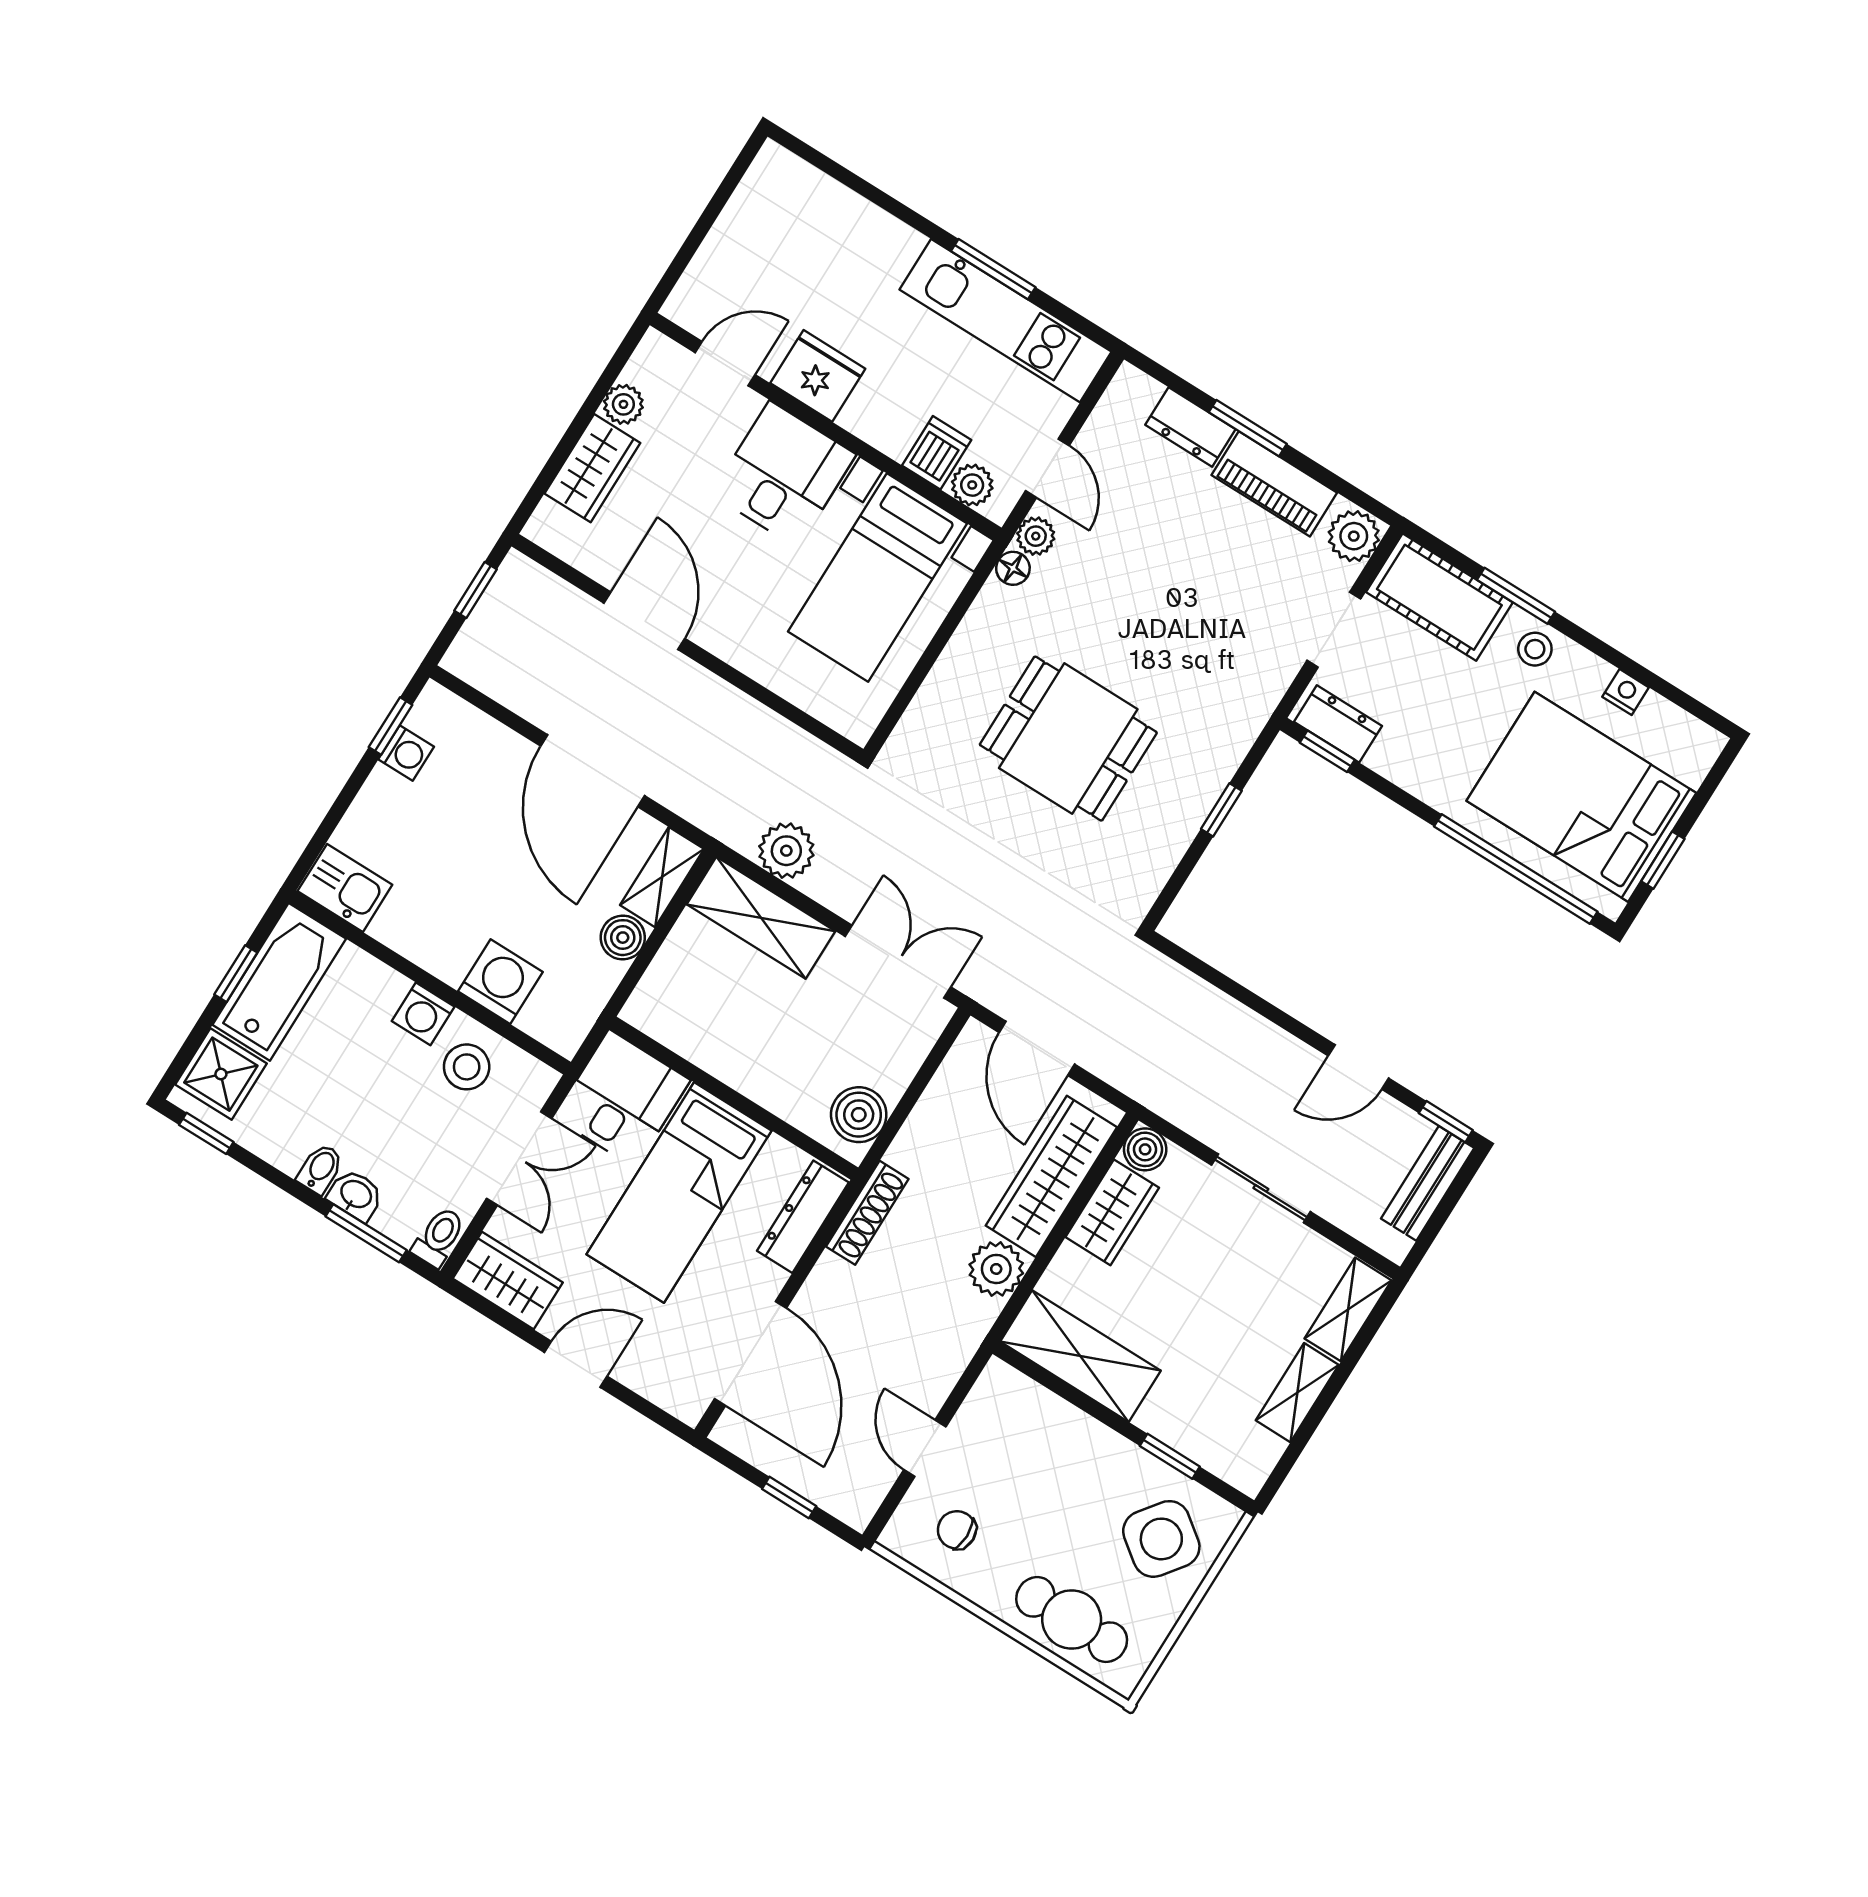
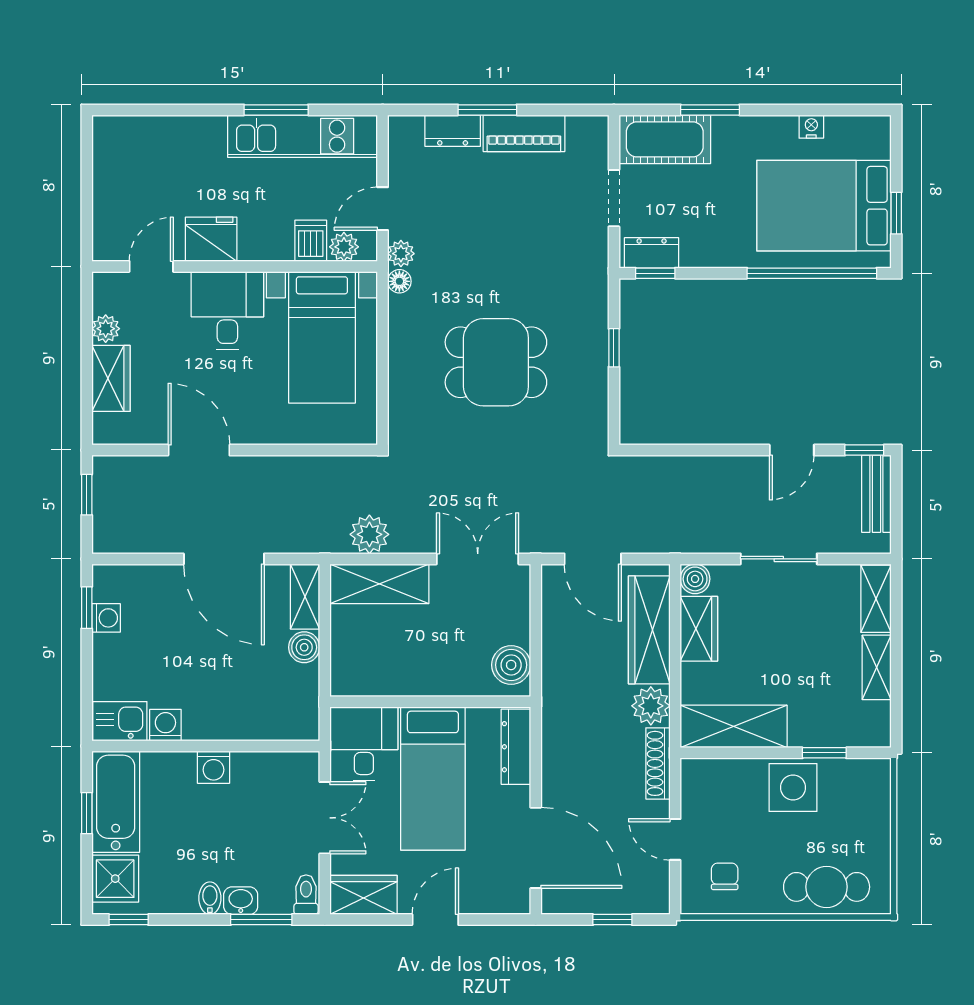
door: (1047, 468) -> (383, 209), swing flipped
plant: (1354, 536) -> (591, 135), removed
stool: (1535, 649) -> (741, 135), removed
washing machine: (500, 982) -> (165, 725), moved, width x0.73, depth x0.73
stool: (467, 1067) -> (259, 783), removed
shoe rack: (867, 1213) -> (658, 763), moved, turned 180
chair: (957, 1530) -> (725, 876), turned 90
side table: (1161, 1539) -> (793, 787), moved, turned -37

